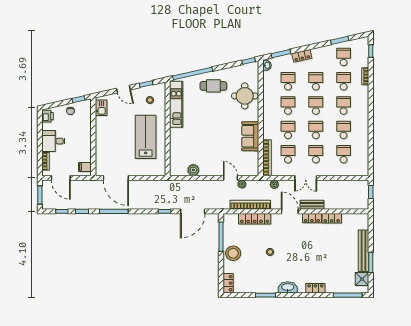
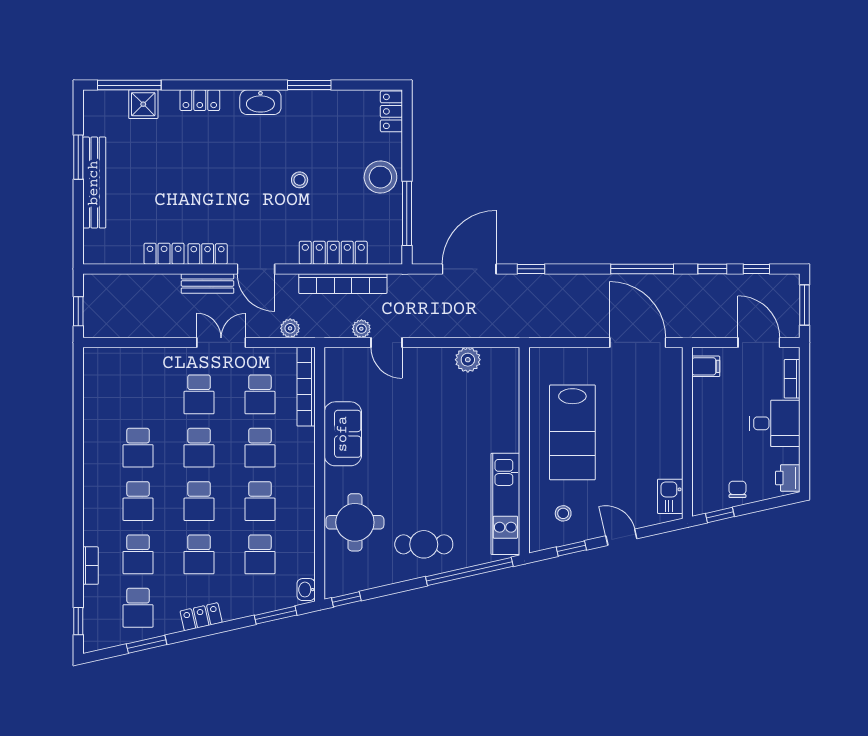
locker: (302, 56) -> (201, 617), moved
school desk: (344, 154) -> (138, 394), removed
shower: (362, 279) -> (143, 104), moved

